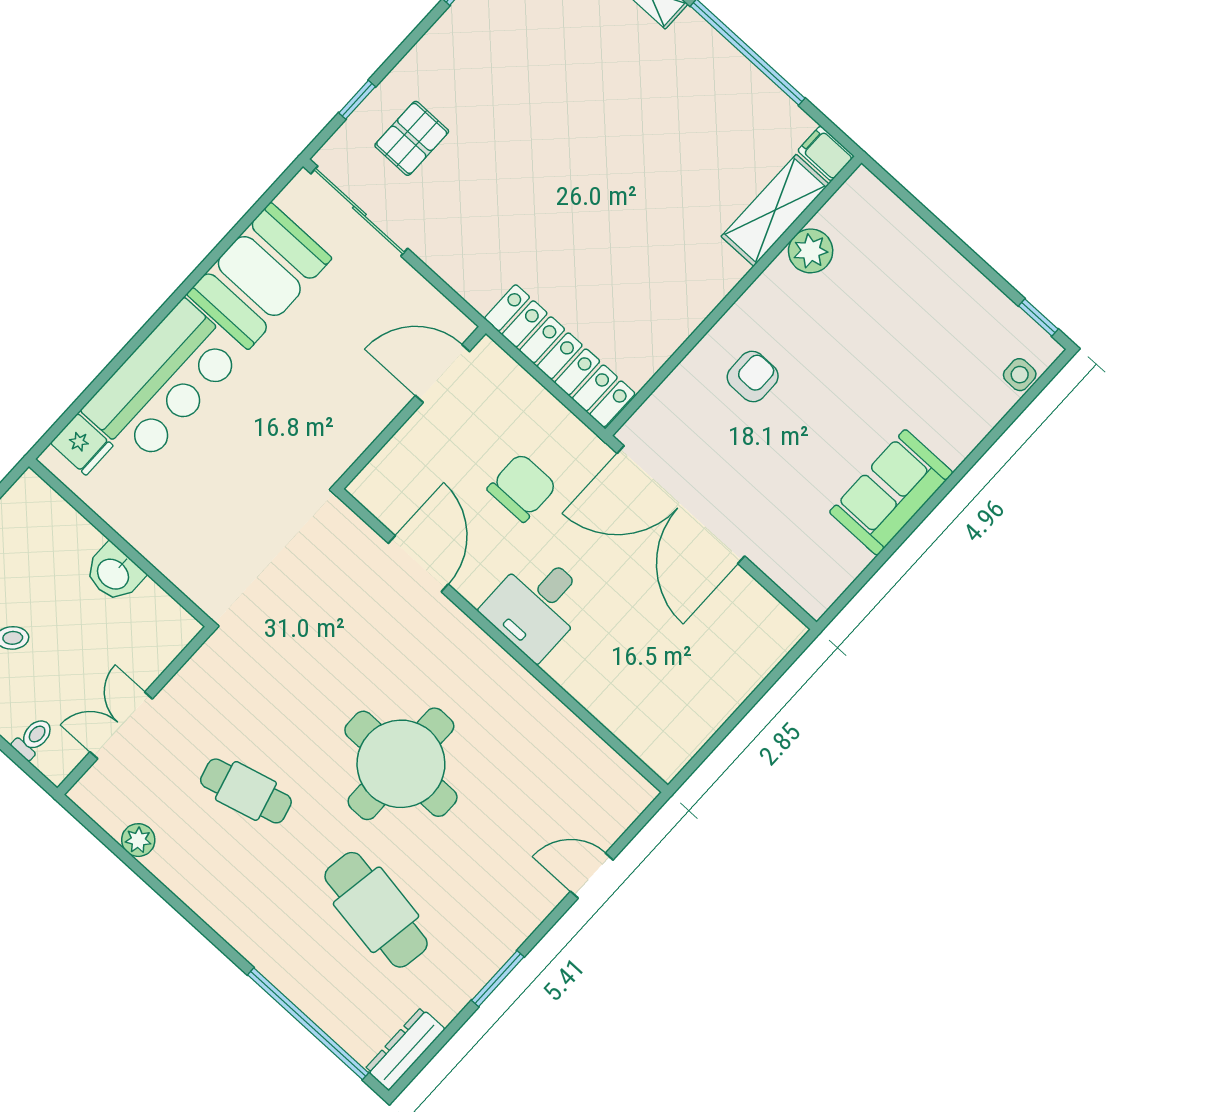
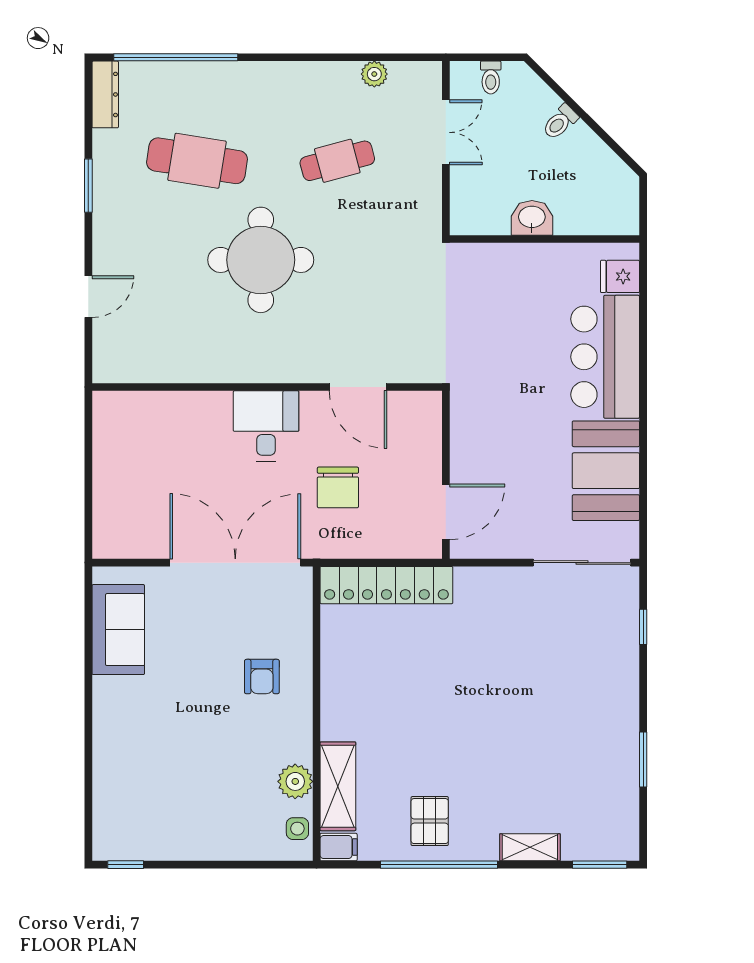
pallet: (412, 138) -> (430, 821), moved
side table: (1020, 375) -> (297, 829), moved
sofa: (891, 492) -> (118, 630), moved

